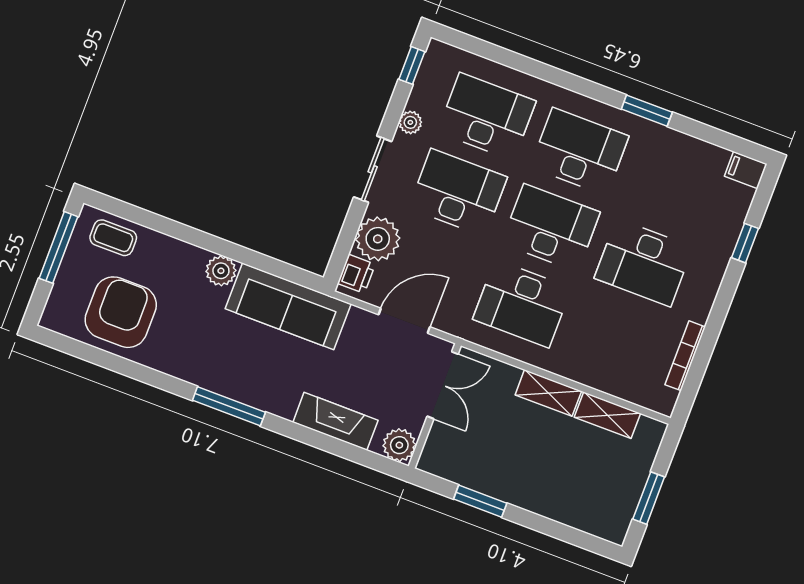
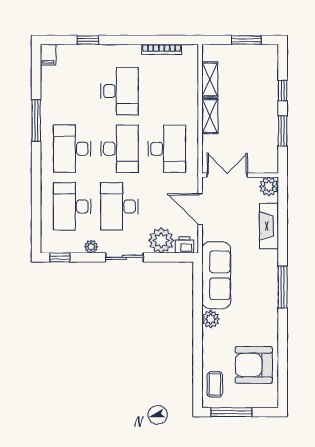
window: (647, 111) -> (36, 121), width x1.44
desk: (551, 228) -> (119, 149), turned 180
window: (545, 526) -> (283, 91), added

